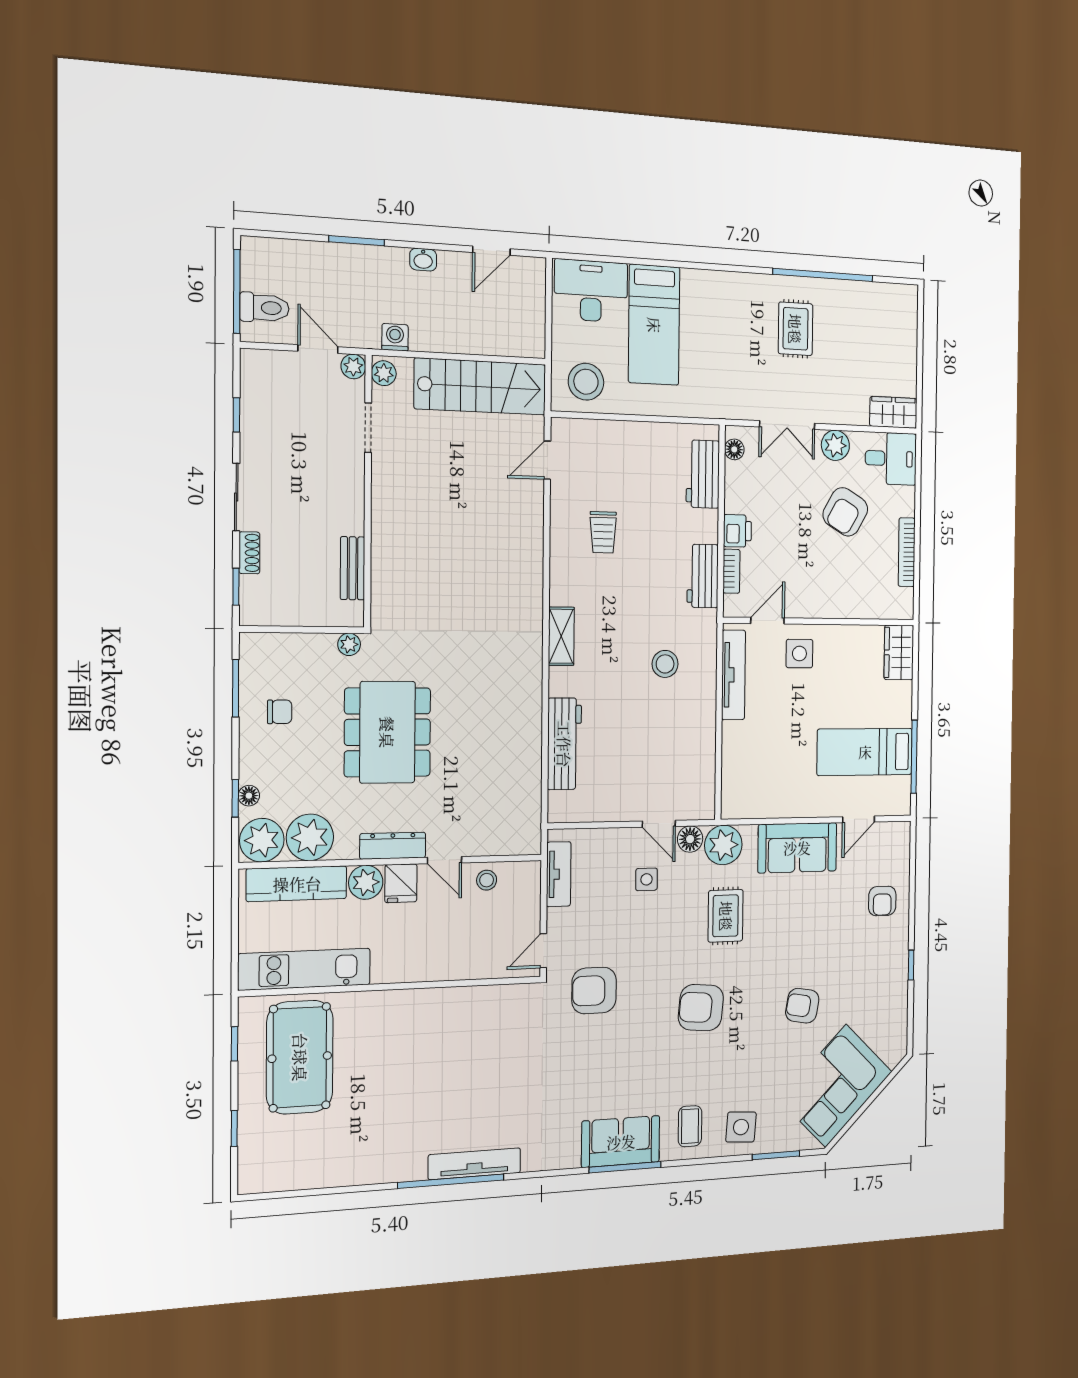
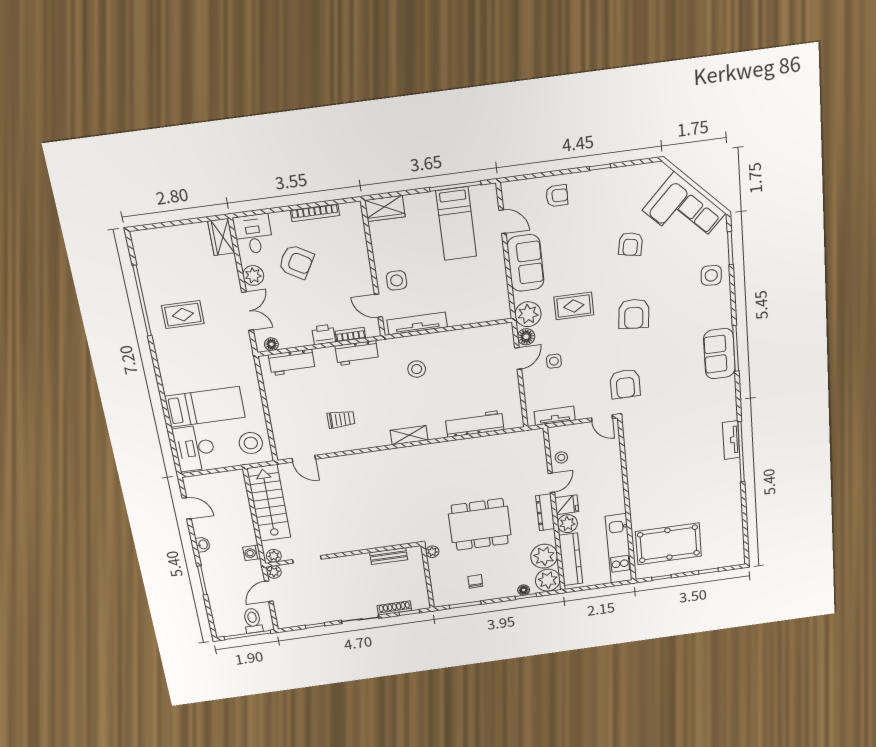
shoe rack: (249, 553) -> (394, 608), width x1.43
coffee table: (690, 1126) -> (710, 310), removed
tv unit: (474, 1164) -> (731, 440), width x0.71

